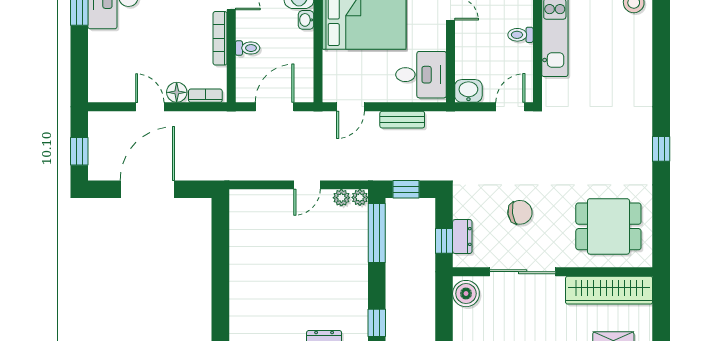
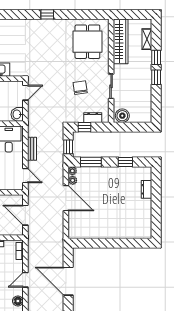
floor lamp: (177, 92) -> (18, 301), moved
door: (510, 107) -> (25, 93), swing flipped
door: (307, 185) -> (66, 198), width x1.88
window: (377, 233) -> (91, 162), width x0.69
window: (444, 241) -> (84, 127), moved
sliding door: (523, 272) -> (111, 86), width x0.73
window: (377, 323) -> (125, 162), moved

